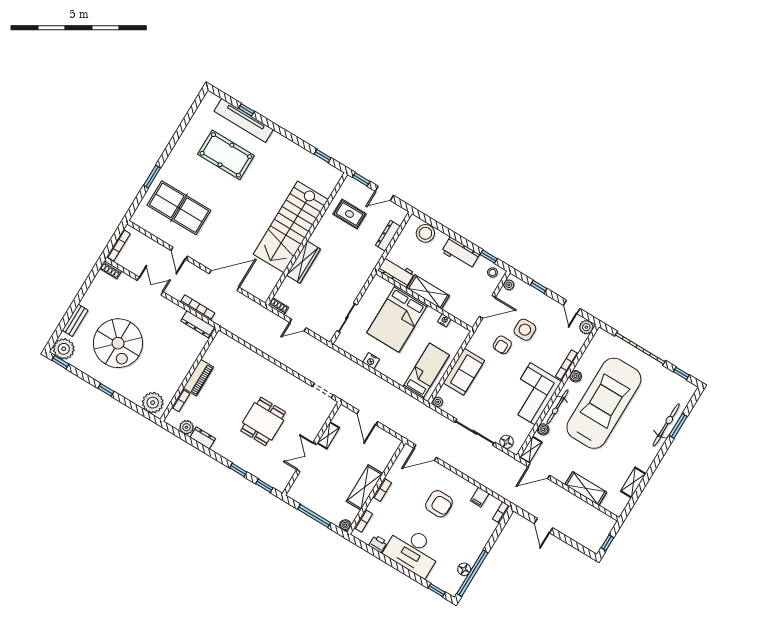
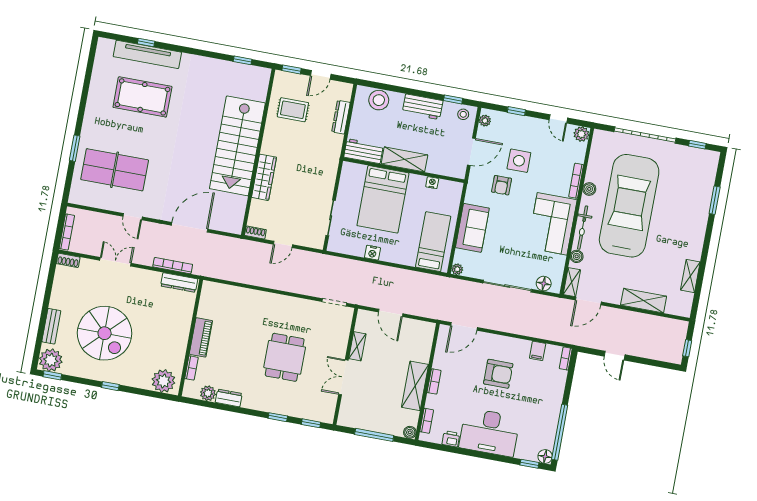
bicycle: (666, 425) -> (702, 204), removed
floor lamp: (464, 569) -> (545, 456), moved

